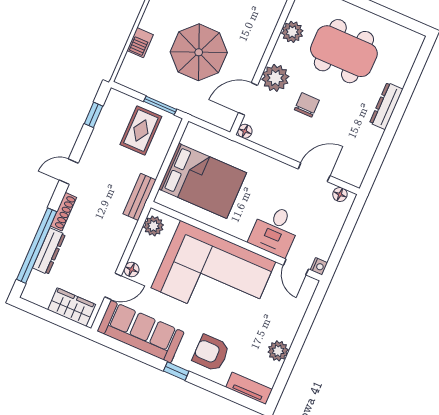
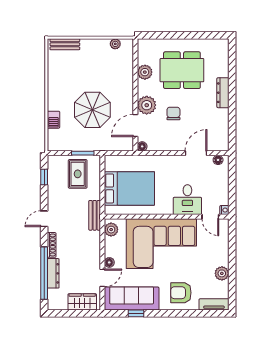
window: (176, 371) -> (136, 313), moved

